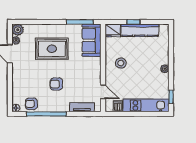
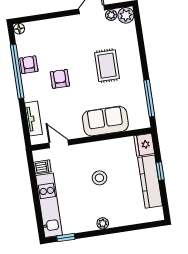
sofa: (92, 40) -> (105, 121), moved
rug: (52, 49) -> (107, 66), width x0.73, depth x0.70
stool: (121, 63) -> (99, 178), moved
door: (103, 92) -> (59, 144), swing flipped
armchair: (31, 104) -> (29, 65), moved

